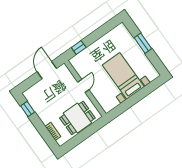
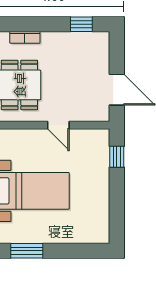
window: (143, 43) -> (27, 251), moved

